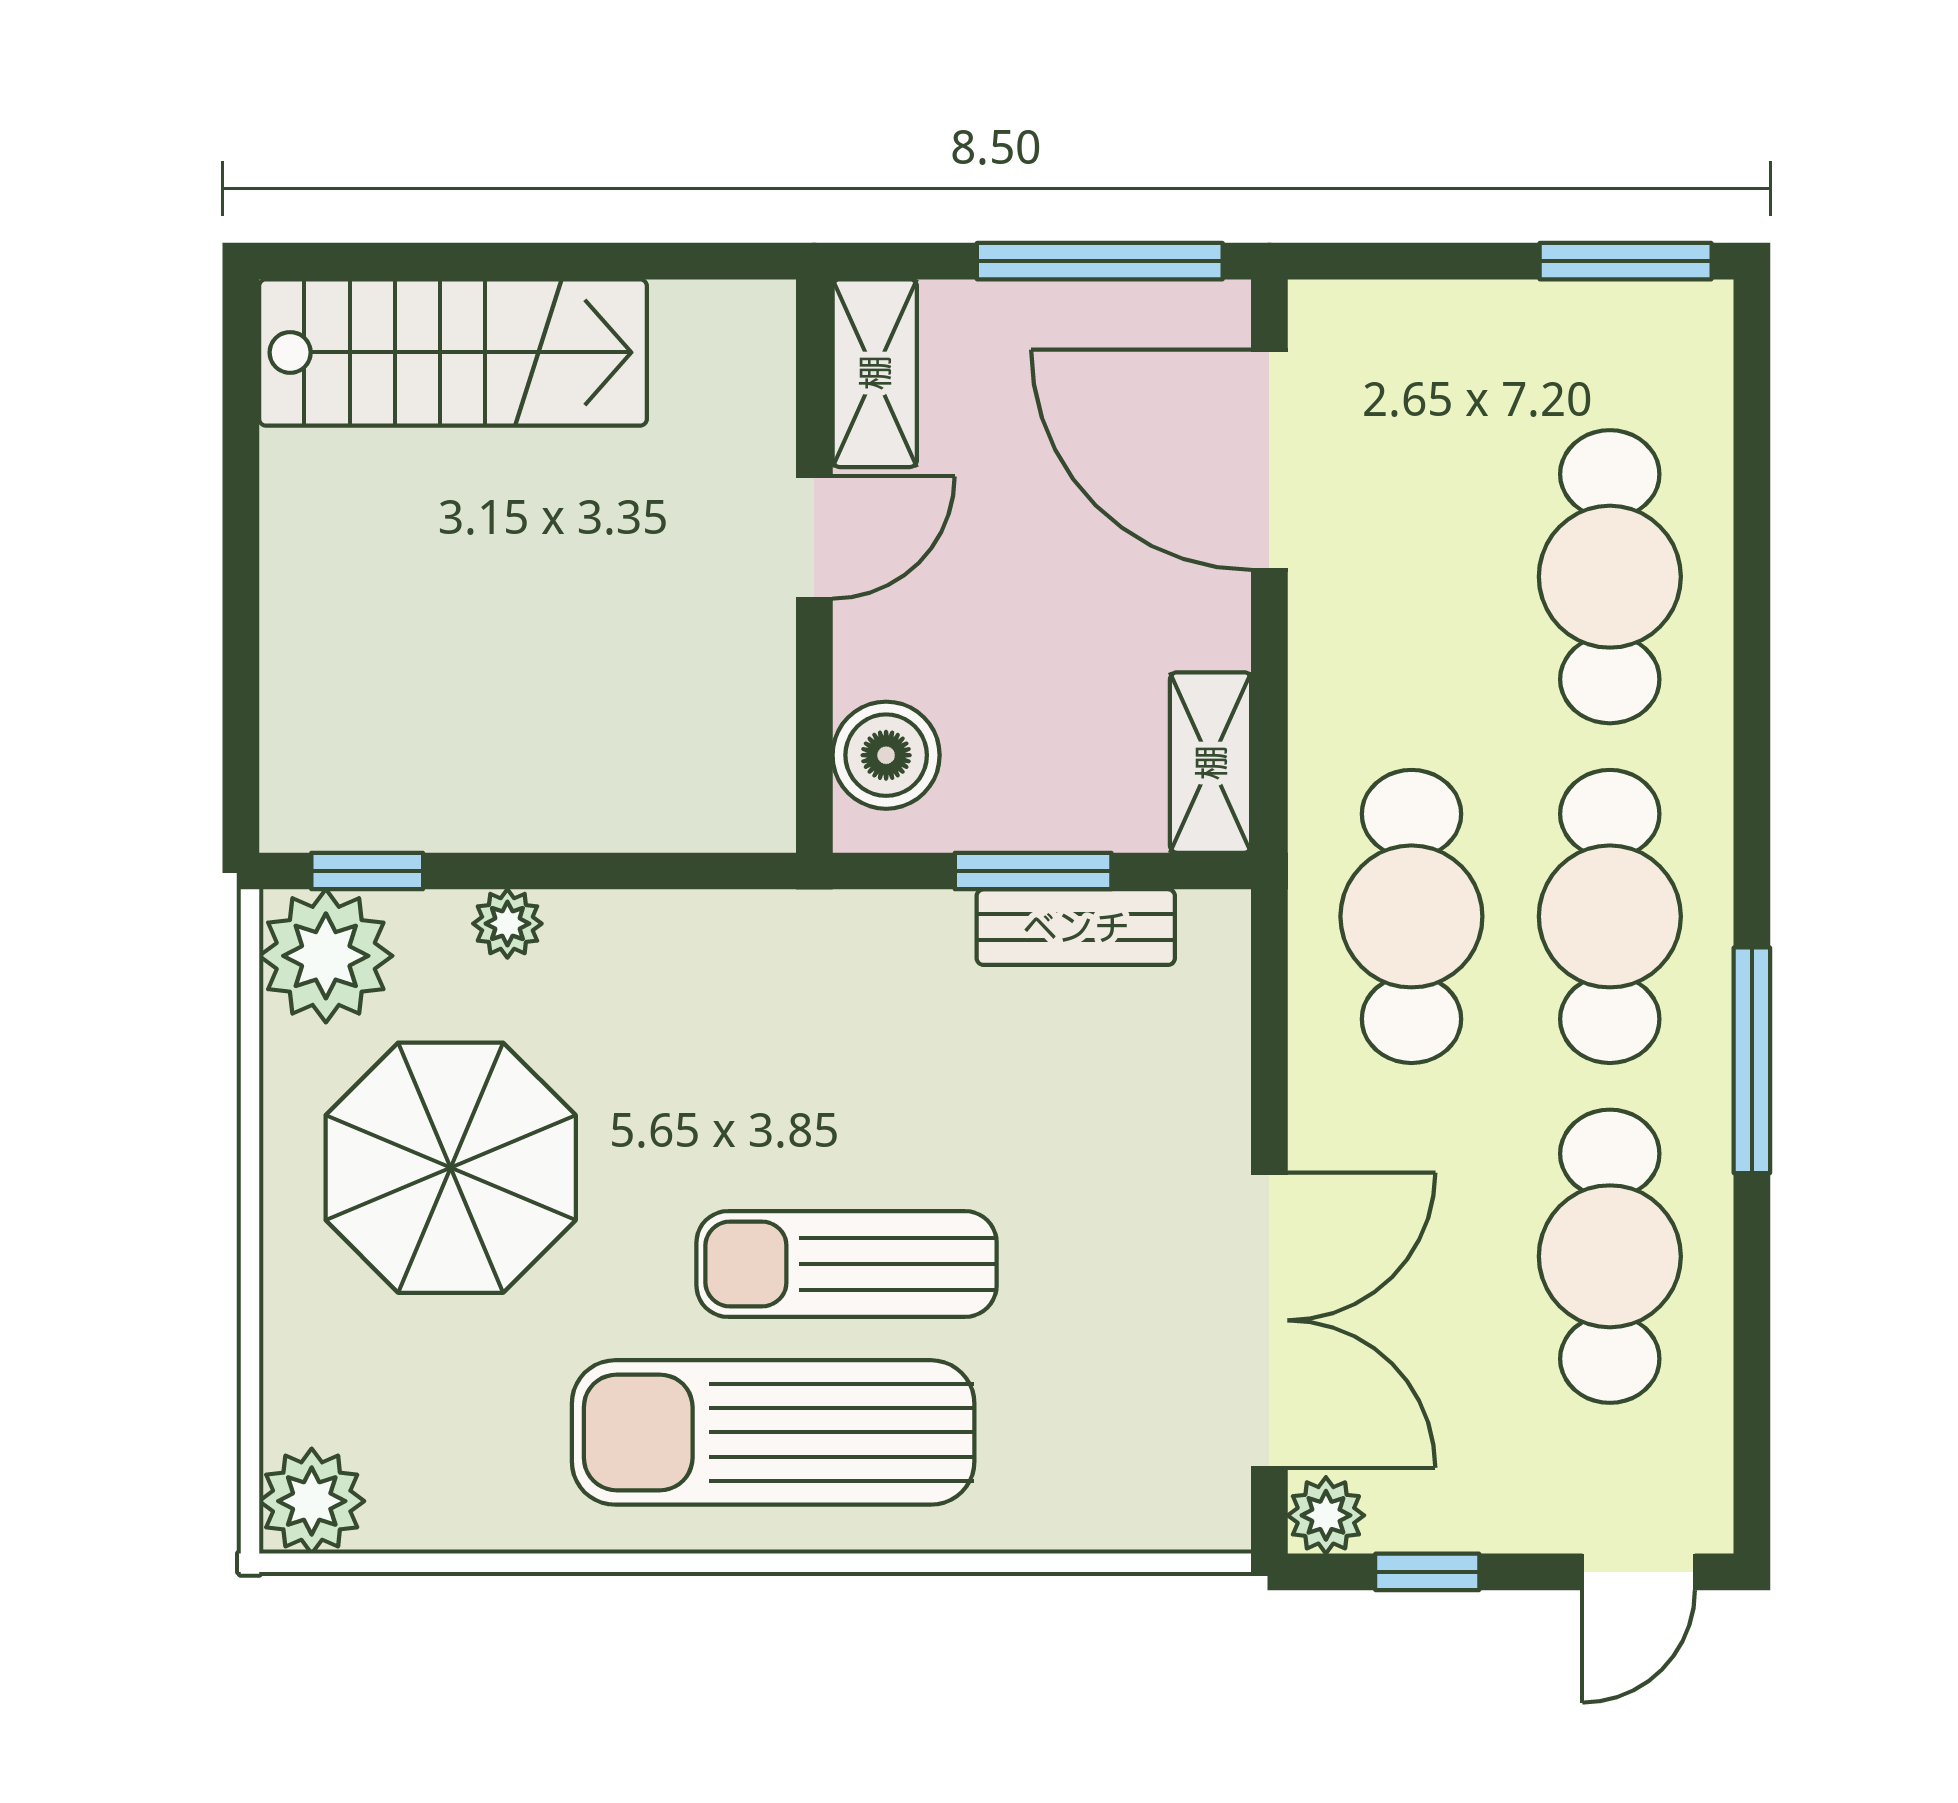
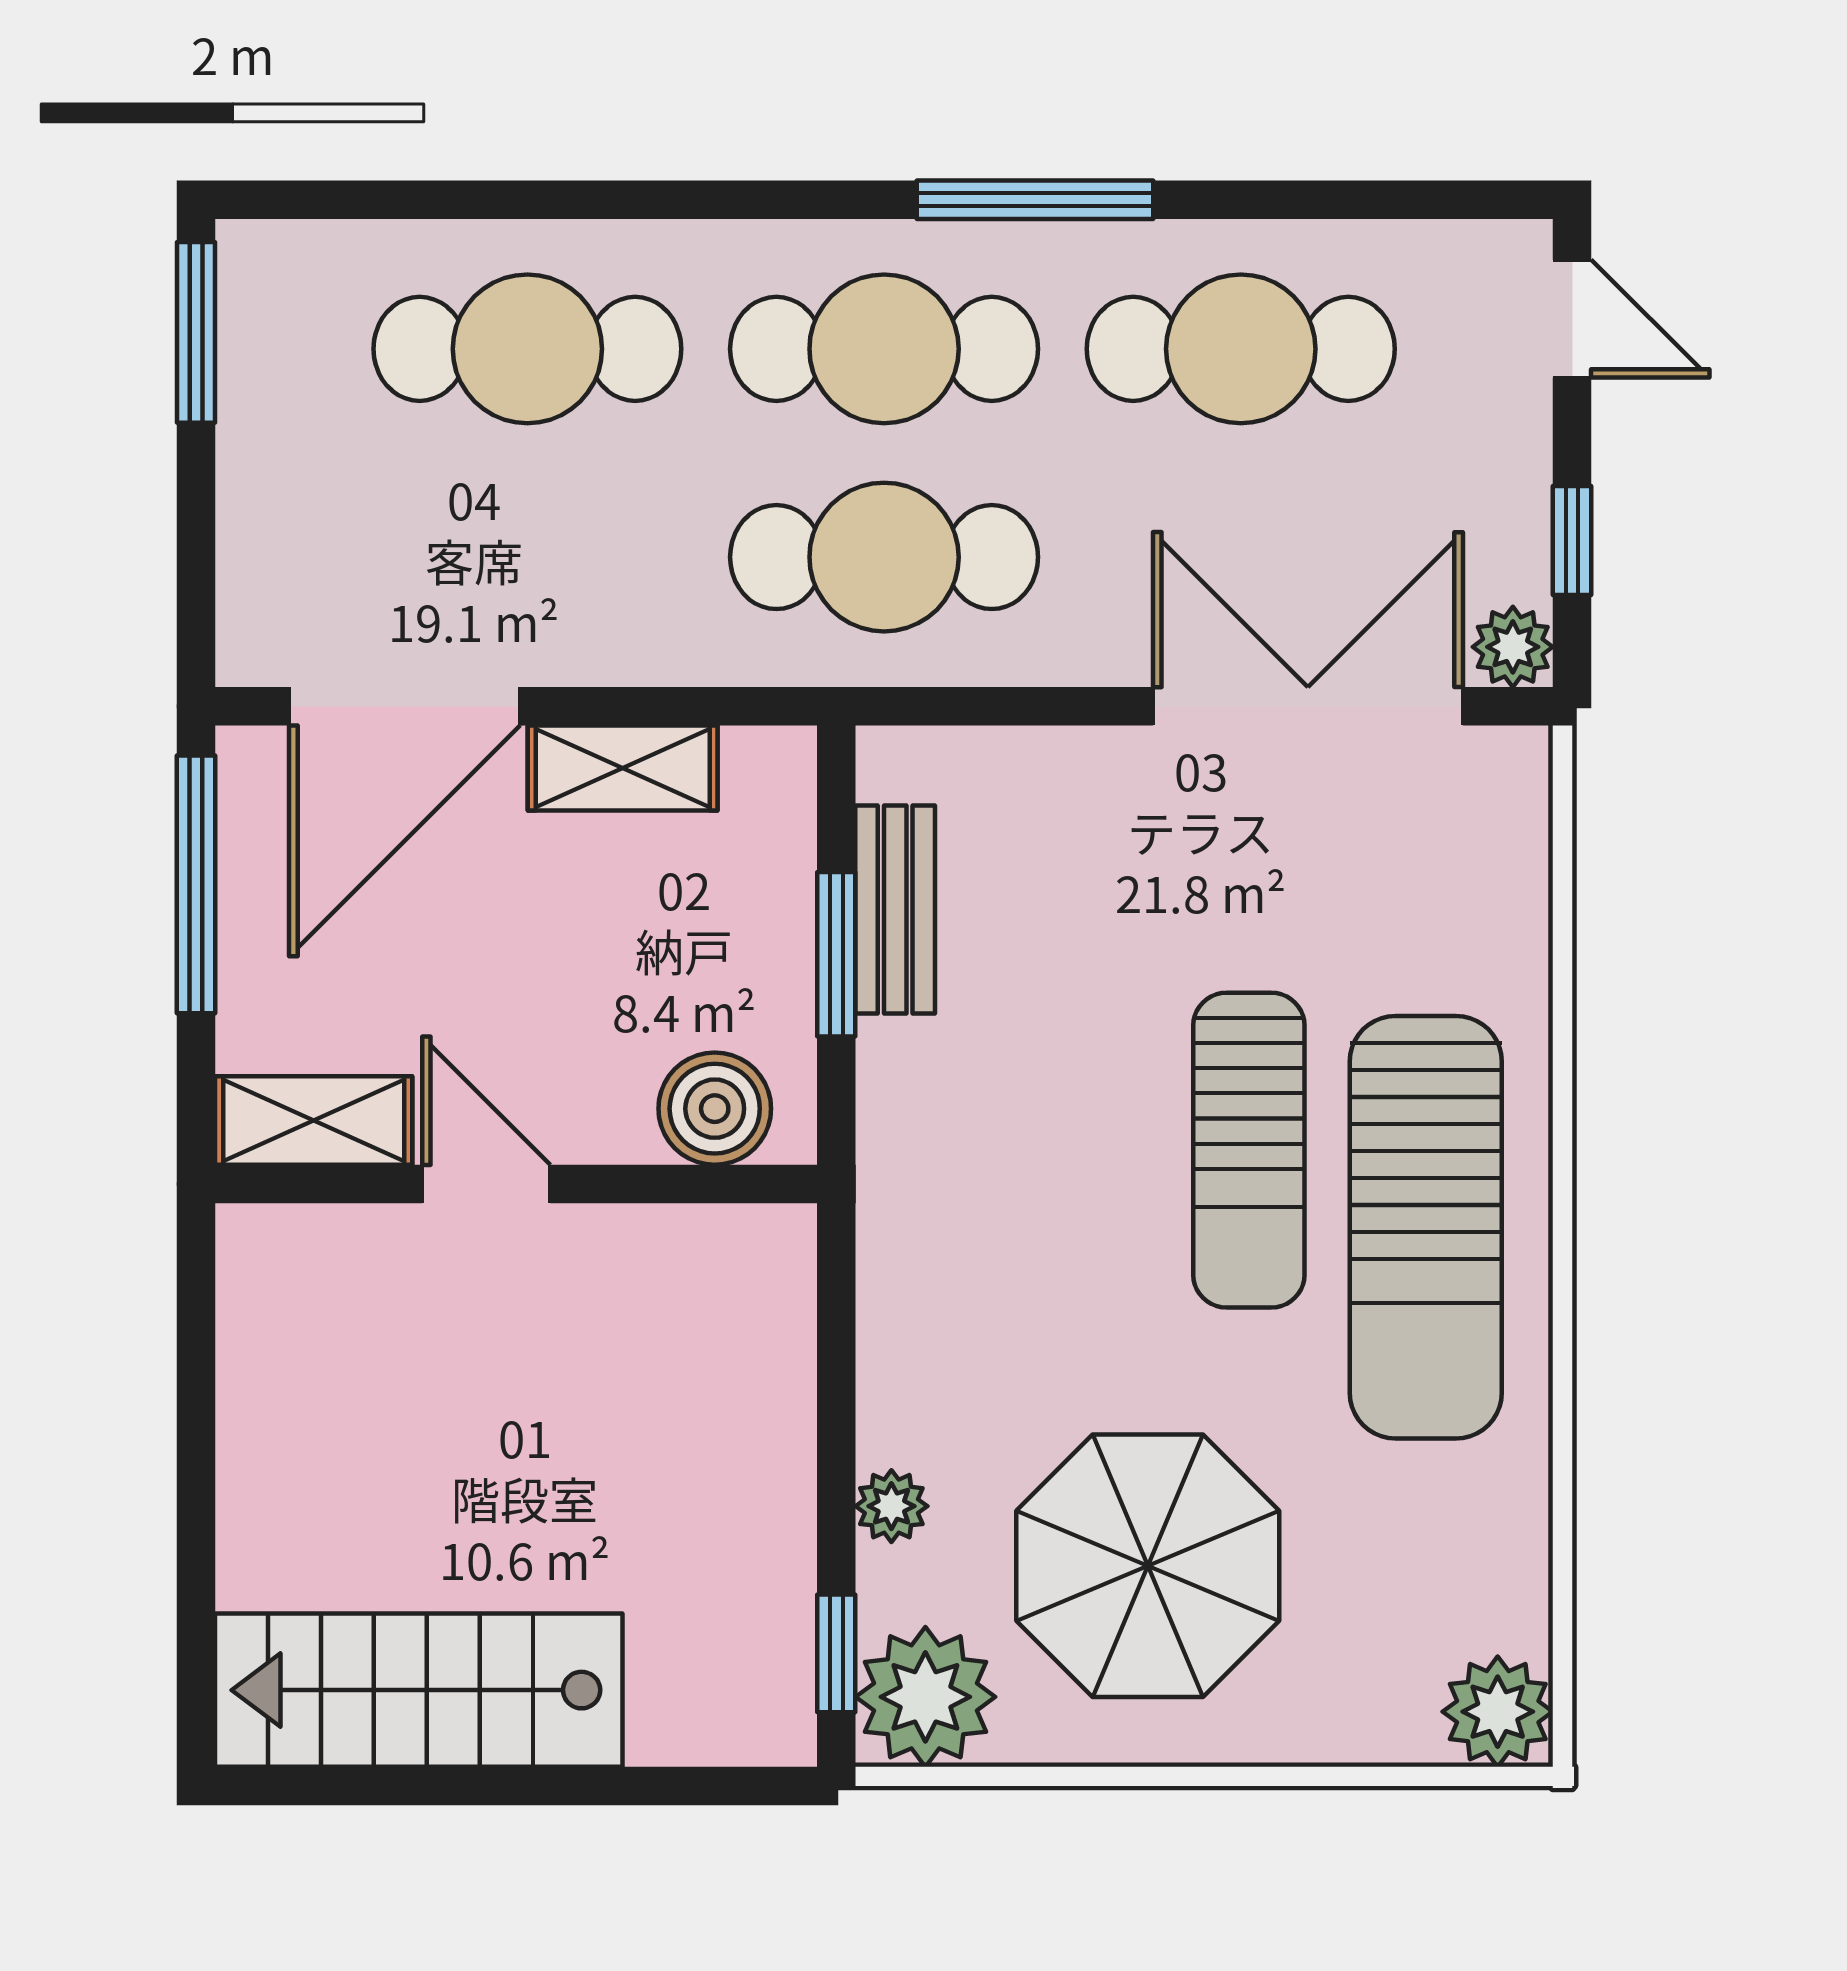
stairs: (453, 352) -> (419, 1690), moved, turned -90
shelving: (1211, 763) -> (623, 768), moved

